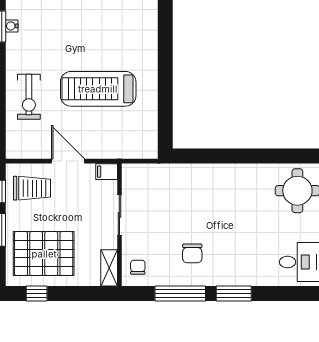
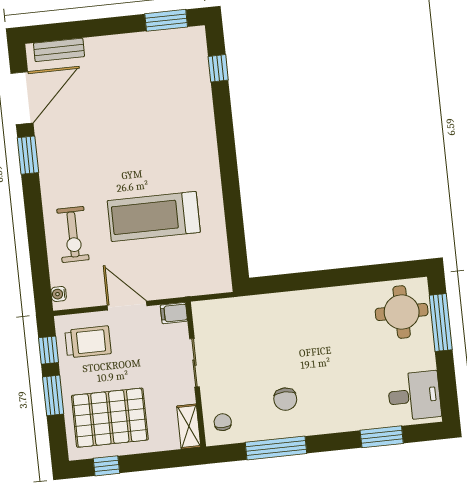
water cooler: (12, 26) -> (59, 294), moved
window: (234, 294) -> (382, 437), moved

